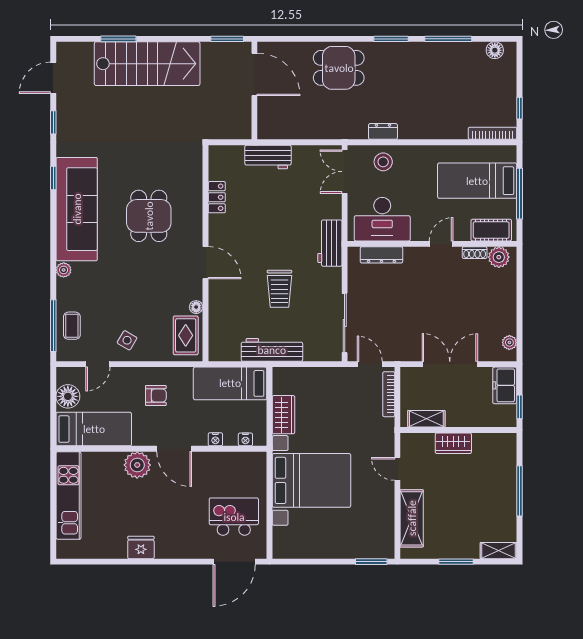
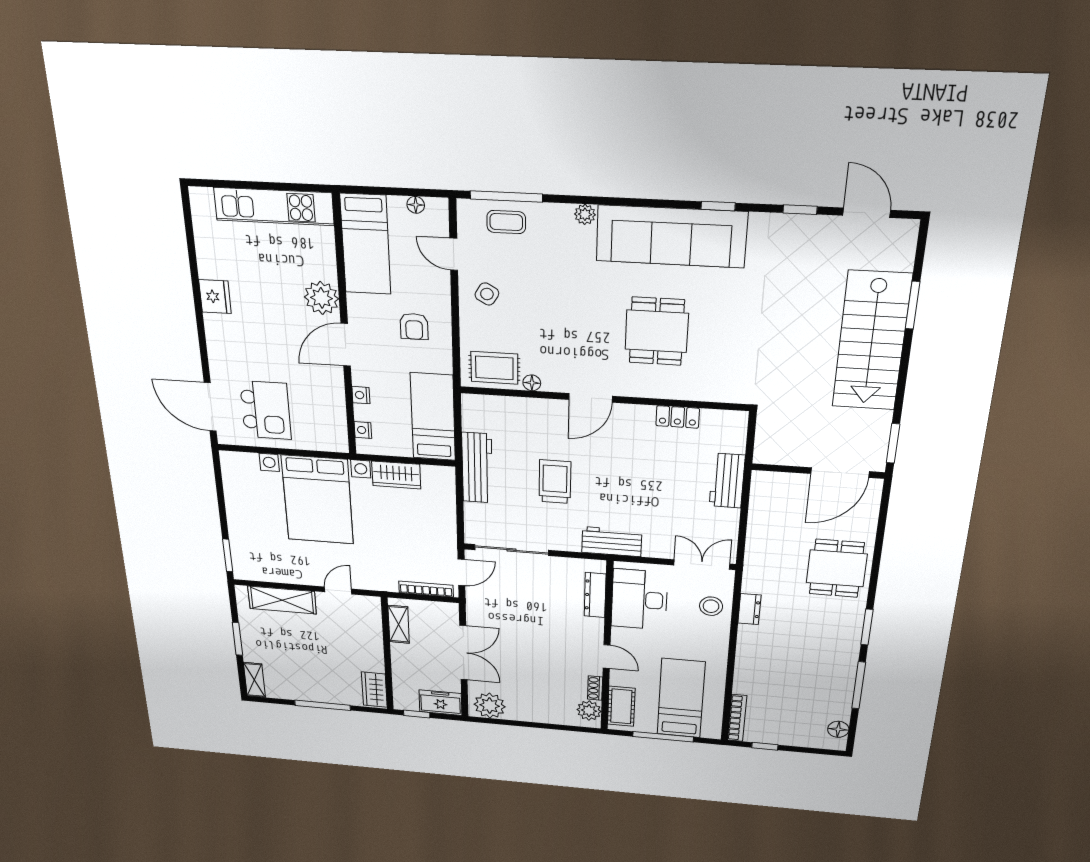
dining table: (149, 216) -> (657, 331), turned 90
trolley: (279, 289) -> (555, 482), turned 90
plant: (509, 343) -> (490, 706), width x1.88, depth x1.88
floor lamp: (68, 396) -> (416, 205), width x0.53, depth x0.53
wardrobe: (453, 443) -> (374, 690), moved

